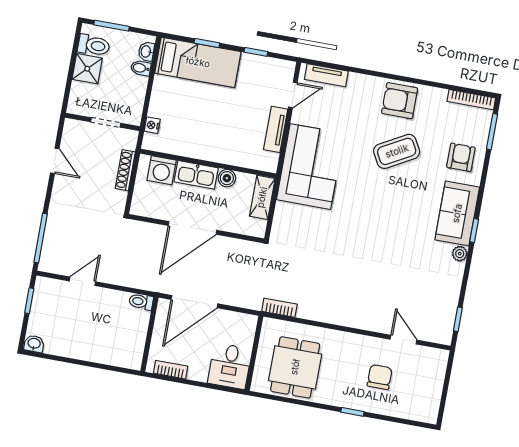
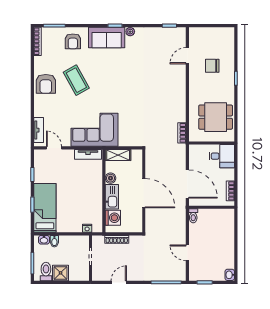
tv unit: (276, 129) -> (88, 154), moved
armchair: (461, 157) -> (73, 41), turned -90

